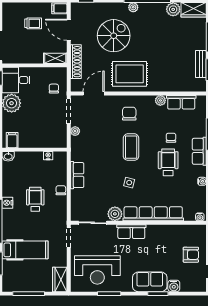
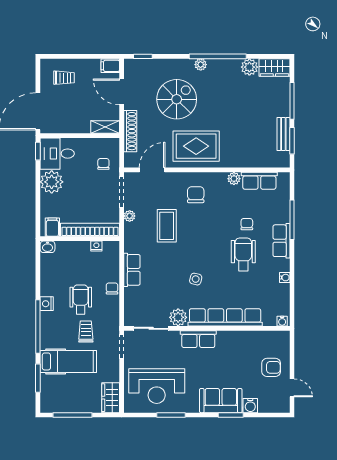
trolley: (33, 23) -> (64, 78), moved
bookcase: (43, 142) -> (90, 230), added
coffee table: (131, 147) -> (167, 226), moved
trolley: (39, 225) -> (86, 332), added

